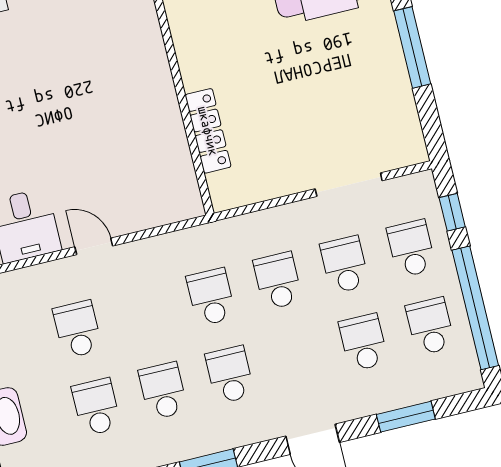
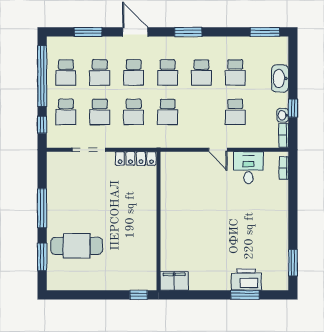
locker: (208, 131) -> (136, 158), moved, turned -90
school desk: (297, 359) -> (134, 72), added

